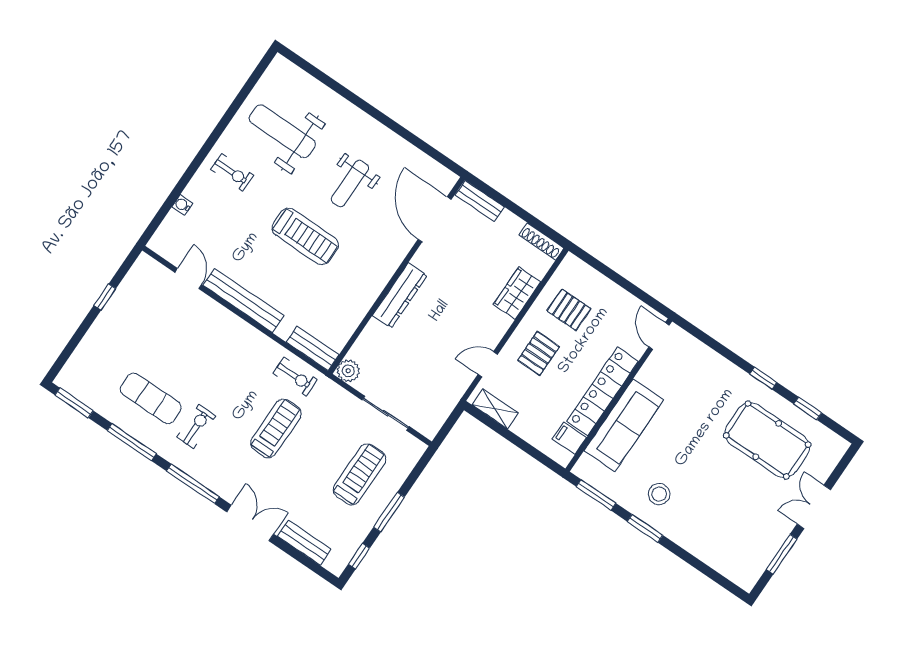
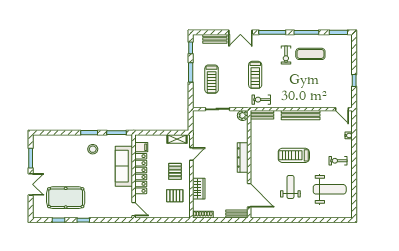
door: (188, 279) -> (342, 109), moved

